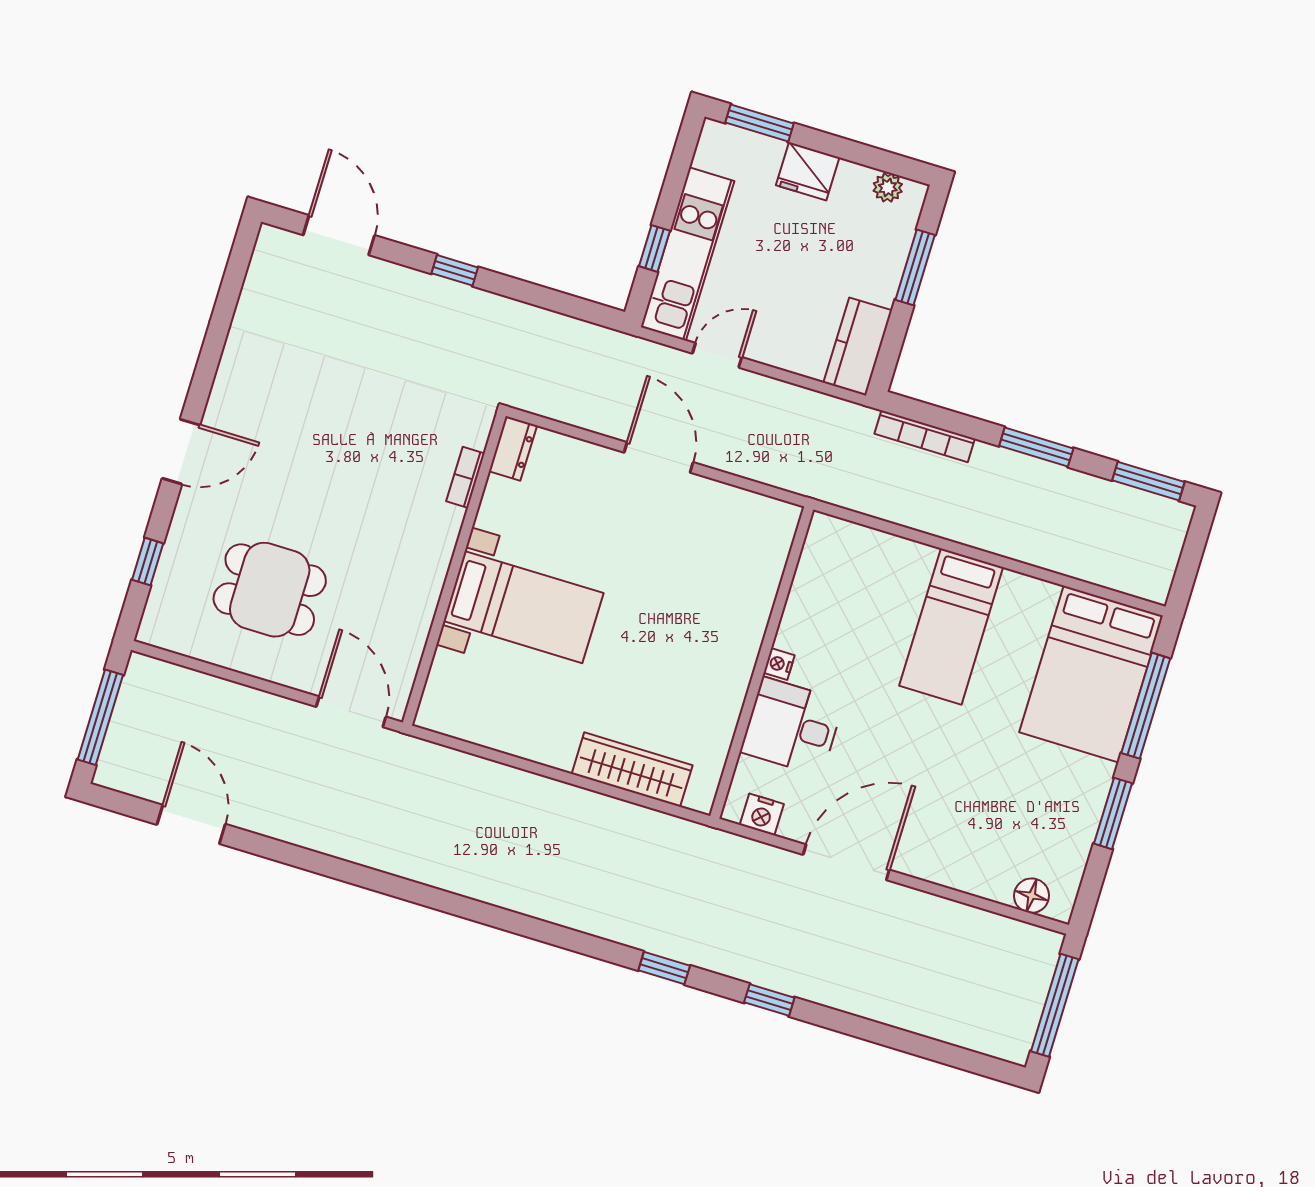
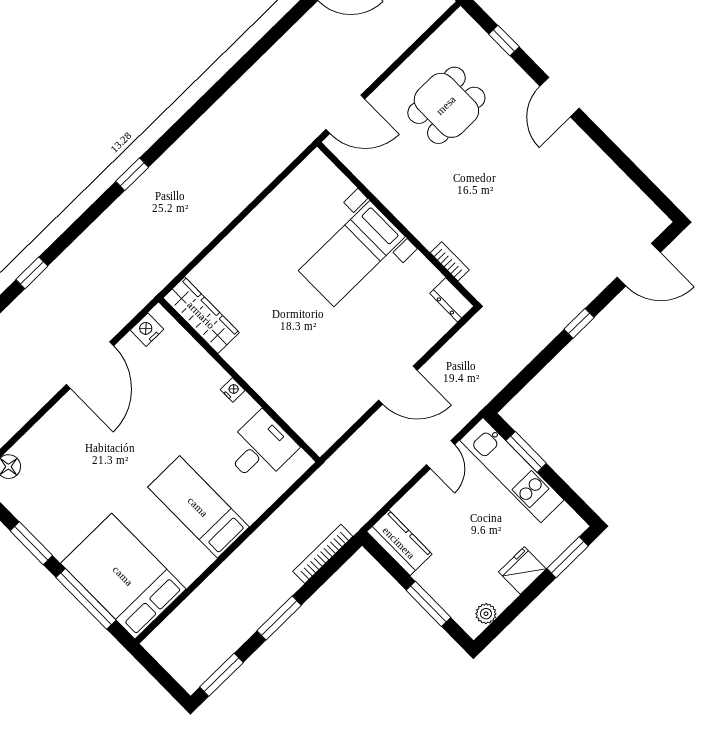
window: (655, 248) -> (526, 452), width x1.50
desk: (792, 726) -> (260, 448), moved
wardrobe: (632, 770) -> (201, 315), moved, turned -90
window: (664, 968) -> (132, 174), moved

